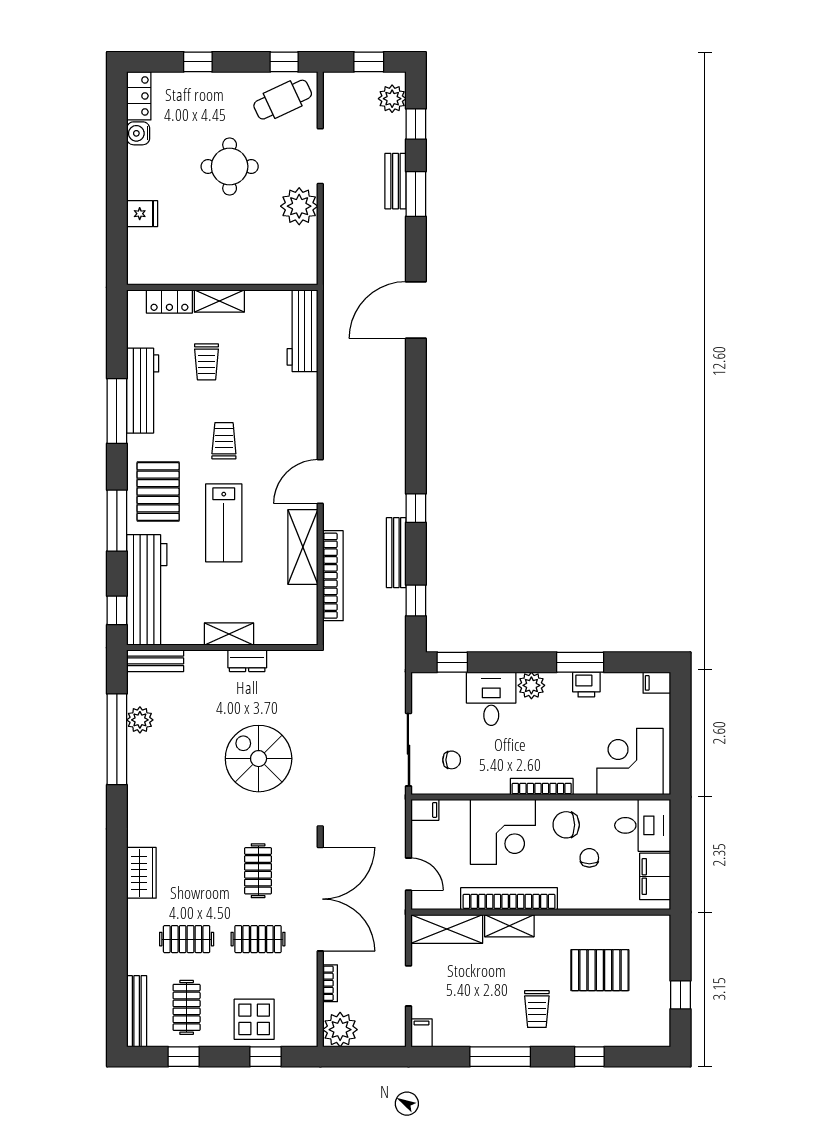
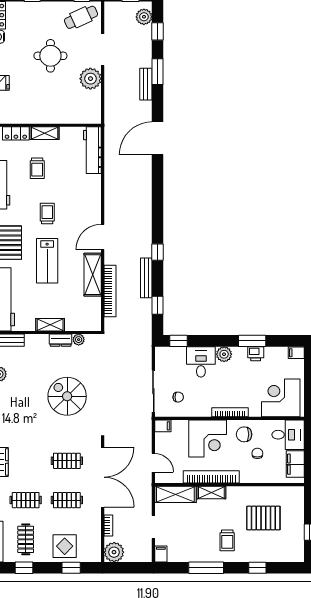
bench: (395, 181) -> (146, 84), moved
plant: (278, 660) -> (79, 340), added
clothes rail: (258, 871) -> (67, 461), turned 90

